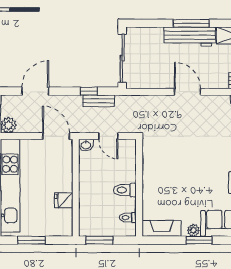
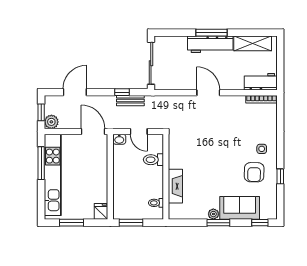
toilet: (125, 190) -> (153, 160), moved
fridge: (64, 200) -> (101, 211), moved, turned 90
fireplace: (162, 228) -> (175, 186), moved, turned 90

